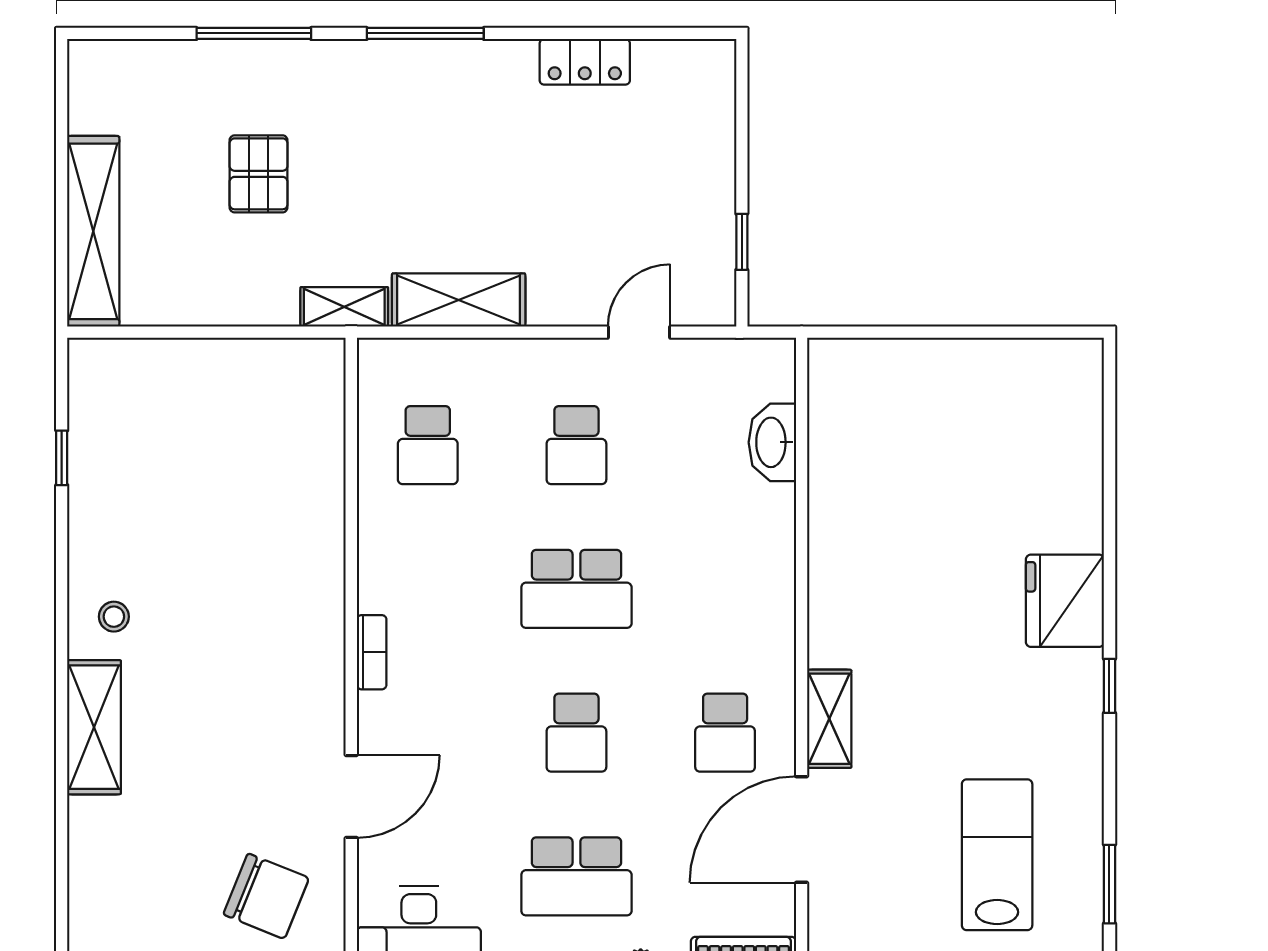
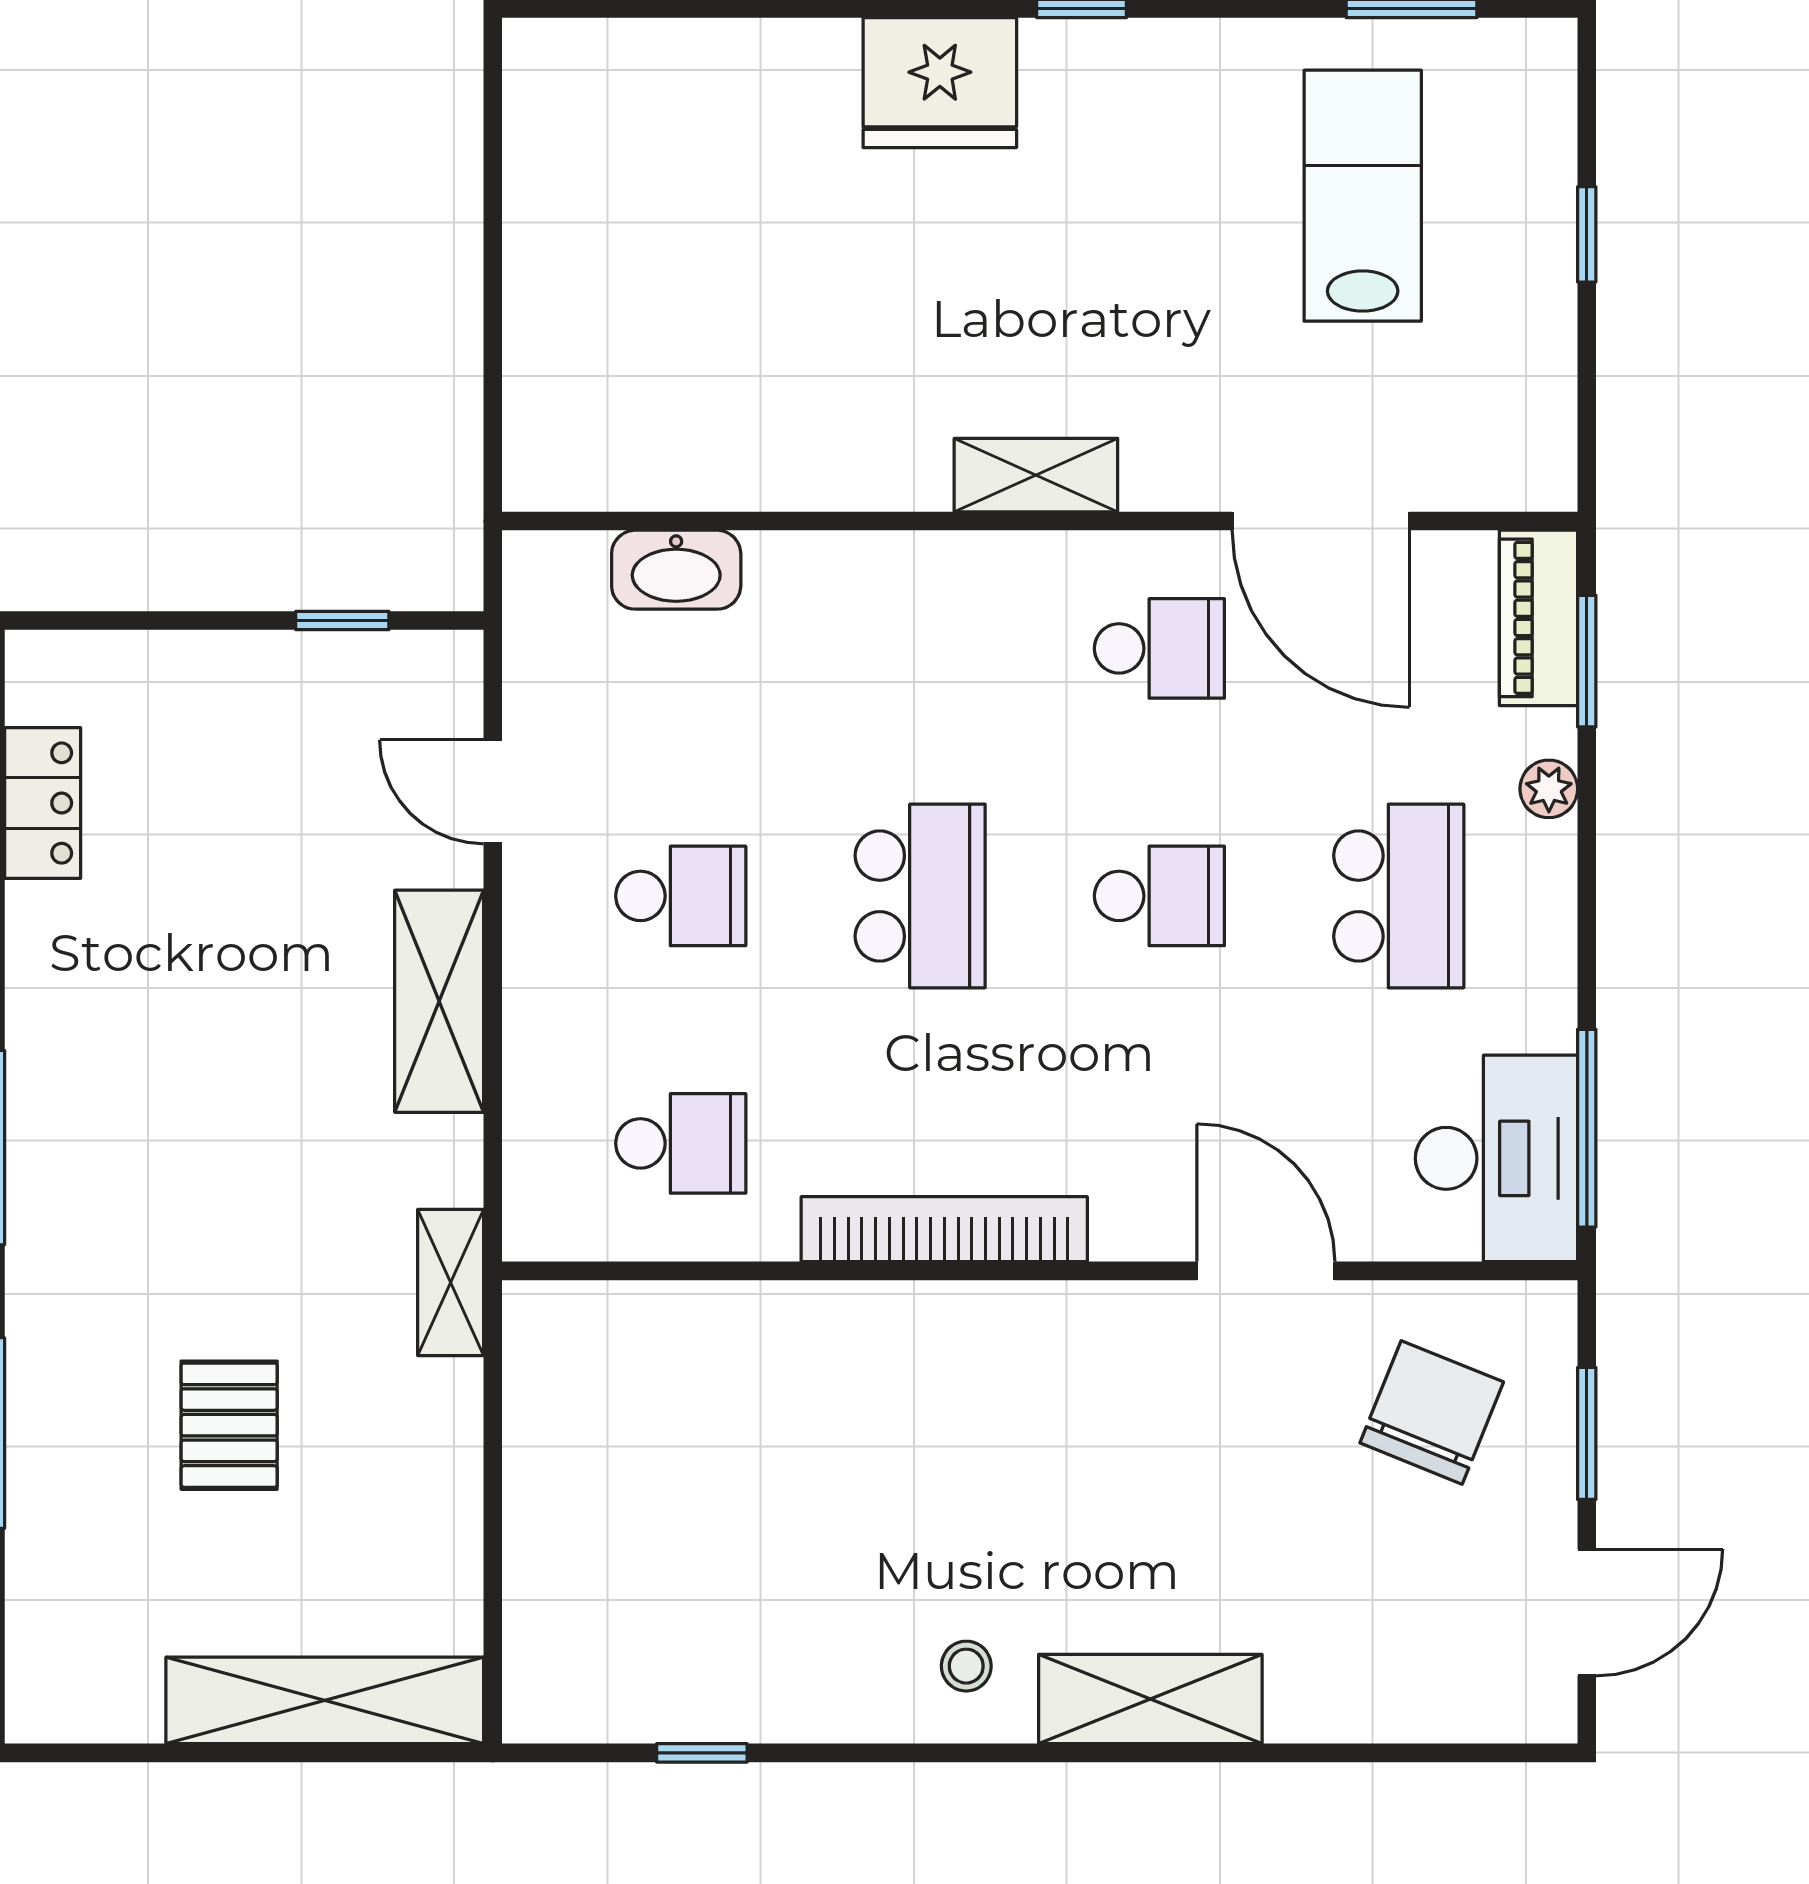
locker: (585, 62) -> (43, 803), moved
pallet: (259, 174) -> (229, 1425), turned 90
shelving: (459, 300) -> (439, 1001), moved
bookcase: (372, 652) -> (944, 1229), width x2.31, depth x1.31
shelving: (829, 719) -> (1036, 475), moved
lab bench: (997, 855) -> (1363, 196), turned 90

